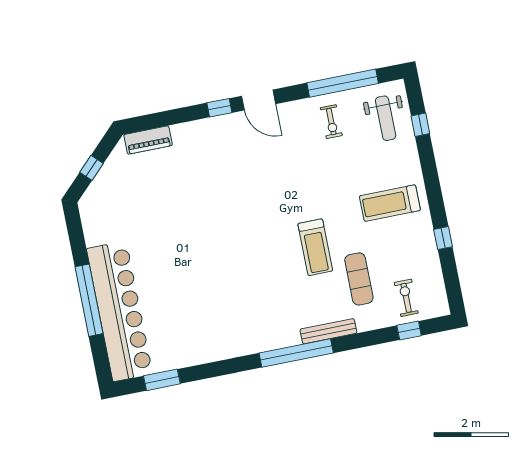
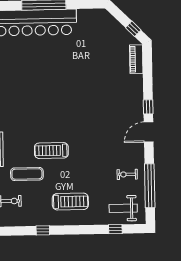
window: (92, 168) -> (133, 29), moved
treadmill: (390, 203) -> (70, 202), turned 90

